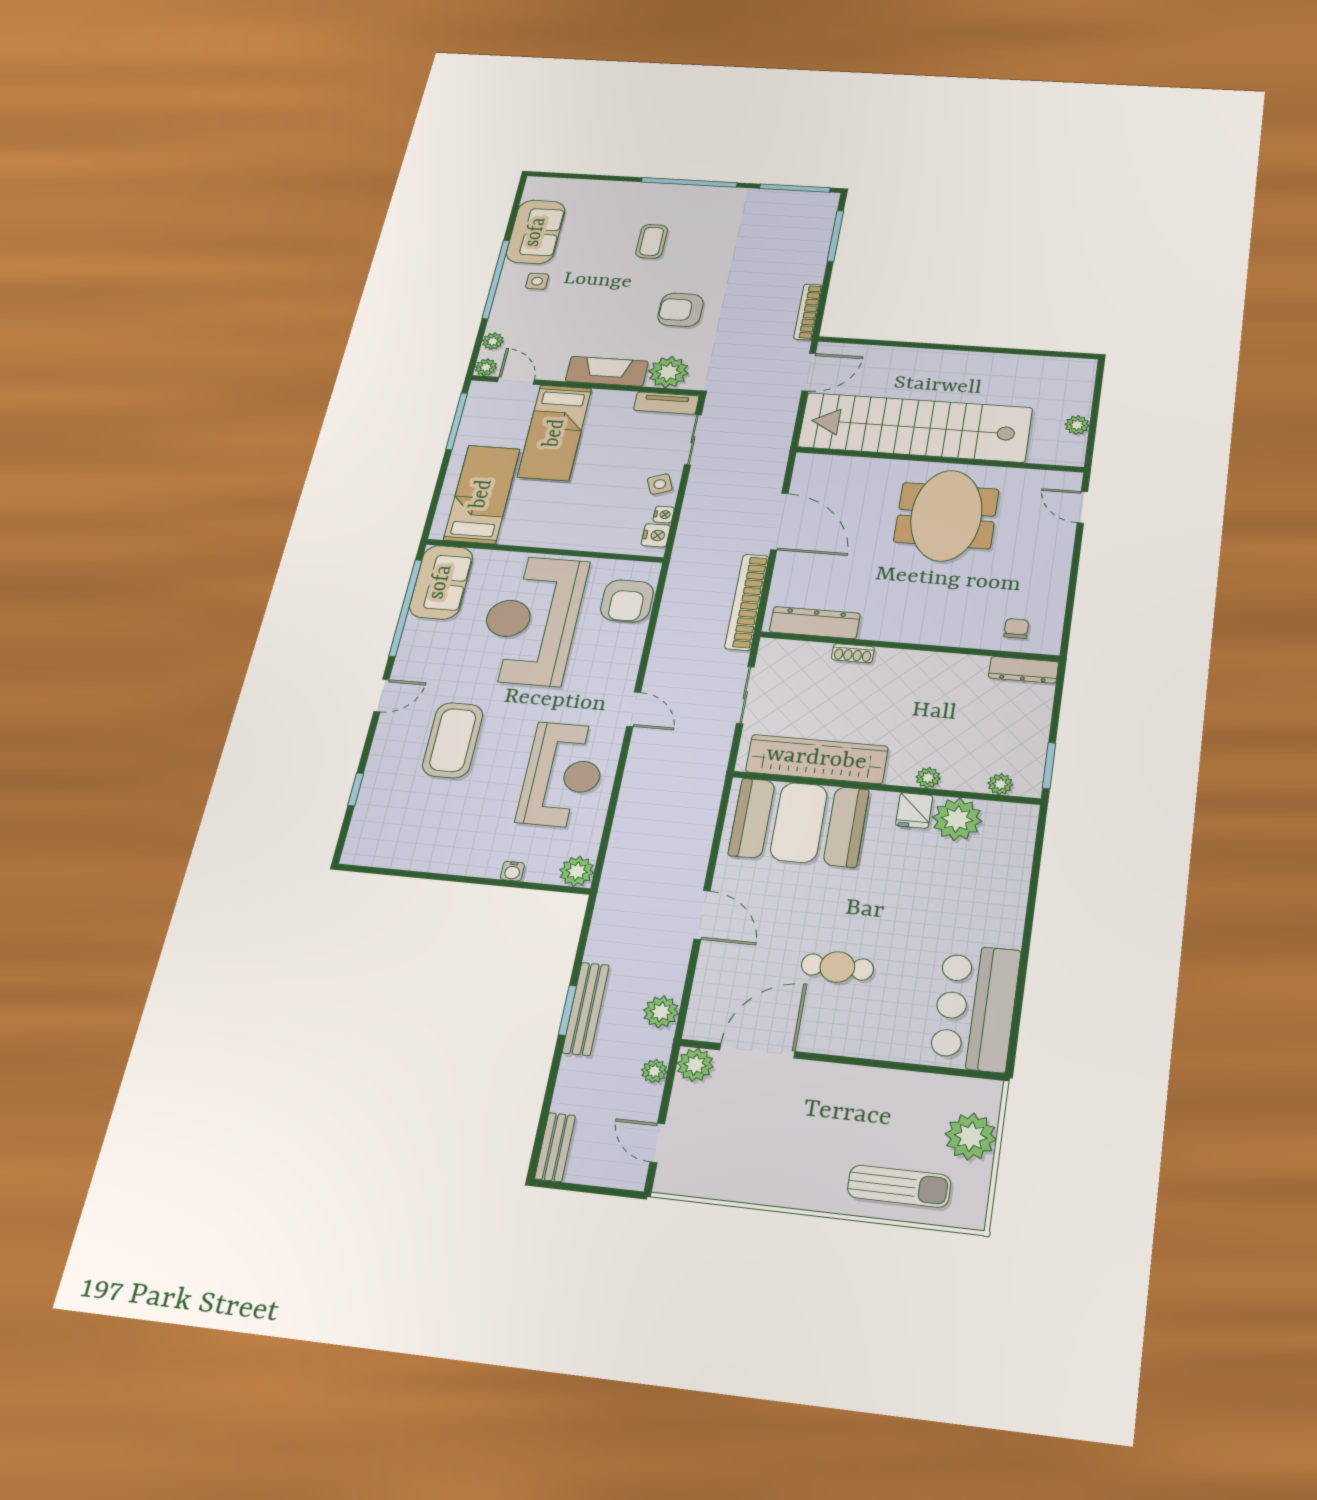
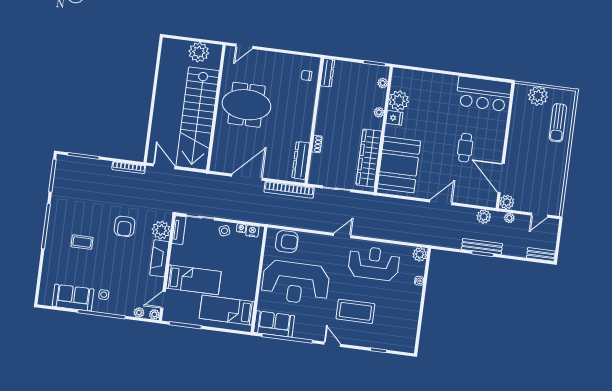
plant: (1077, 425) -> (199, 52), width x1.88, depth x1.88
sun lounger: (899, 1186) -> (558, 123), turned 180

